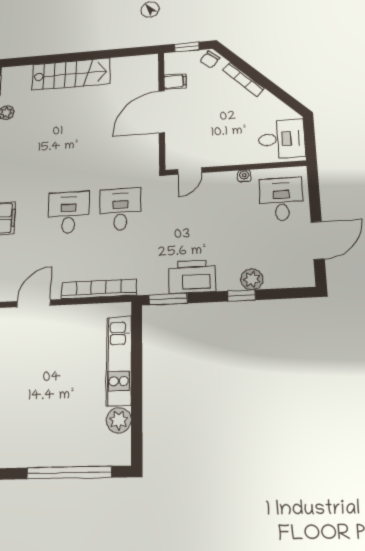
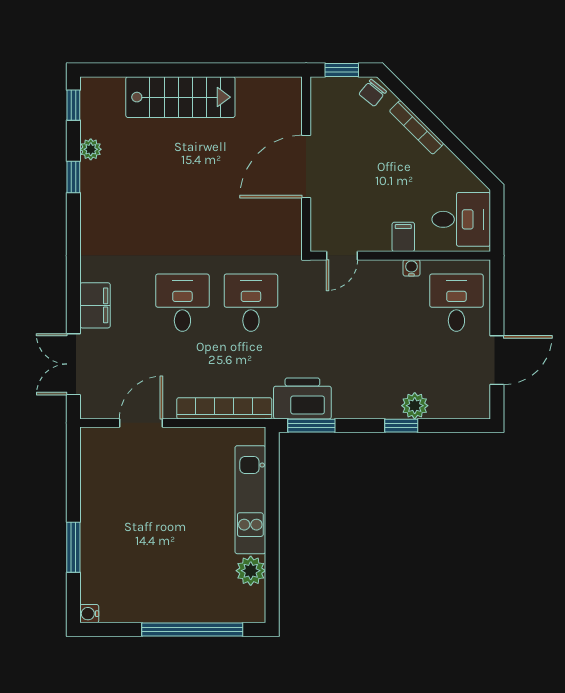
filing cabinet: (175, 82) -> (403, 237), moved, turned -90
printer: (192, 277) -> (302, 398), moved

